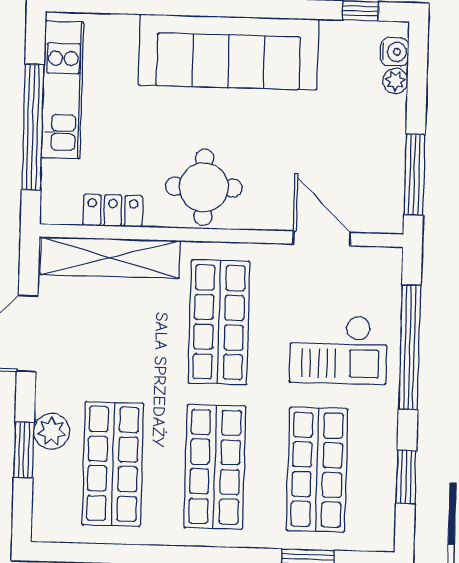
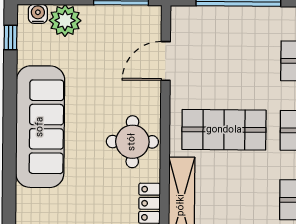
plant: (395, 81) -> (65, 21), width x1.88, depth x1.88
checkout: (338, 349) -> (241, 48), removed

